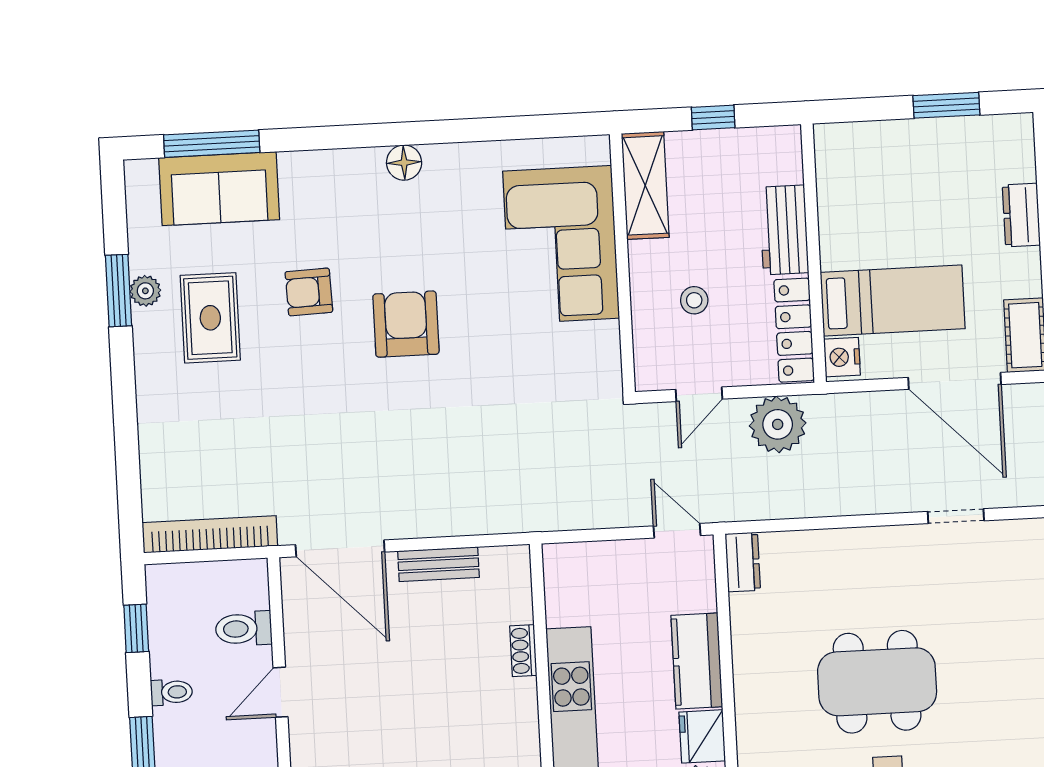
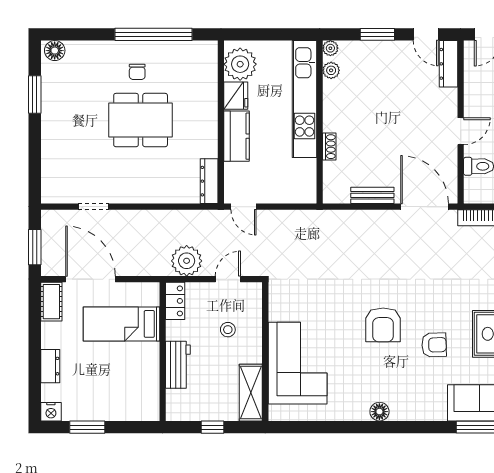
locker: (794, 330) -> (175, 301), width x0.66
nightstand: (842, 357) -> (51, 412), moved, turned 90
dresser: (743, 562) -> (209, 181), width x1.44

